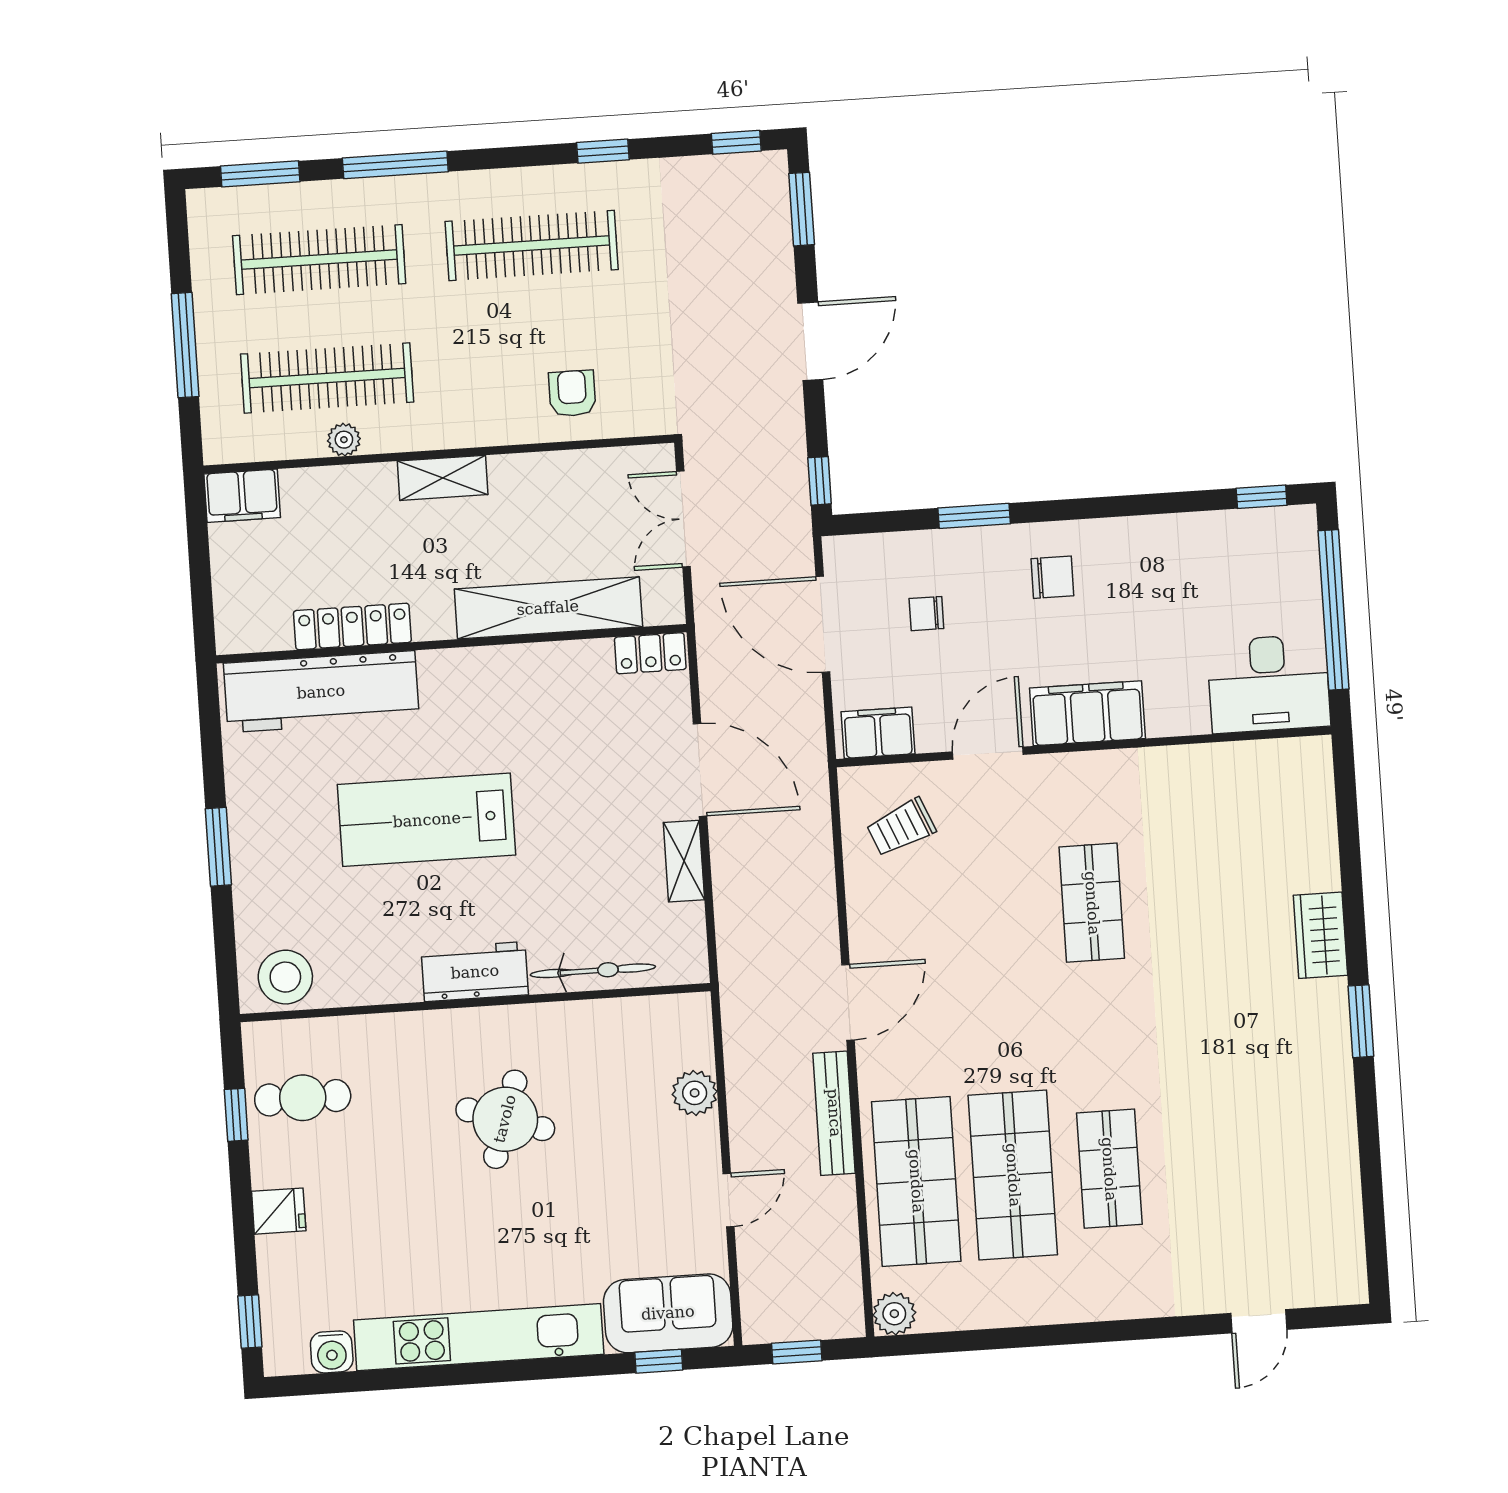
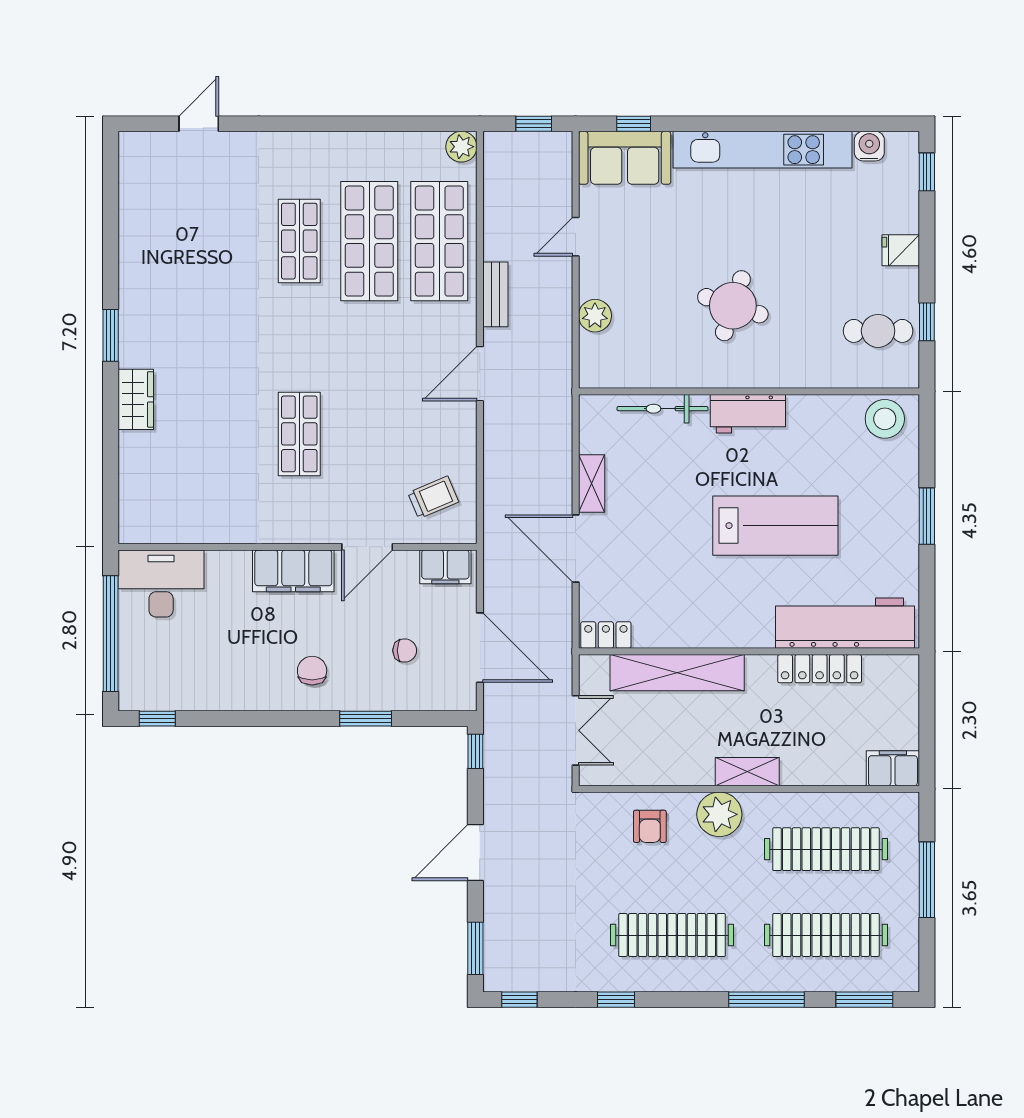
plant: (344, 440) -> (719, 814), moved, width x1.88, depth x1.88
chair: (1052, 577) -> (312, 671), turned 90
bench: (834, 1113) -> (495, 294), width x0.73

